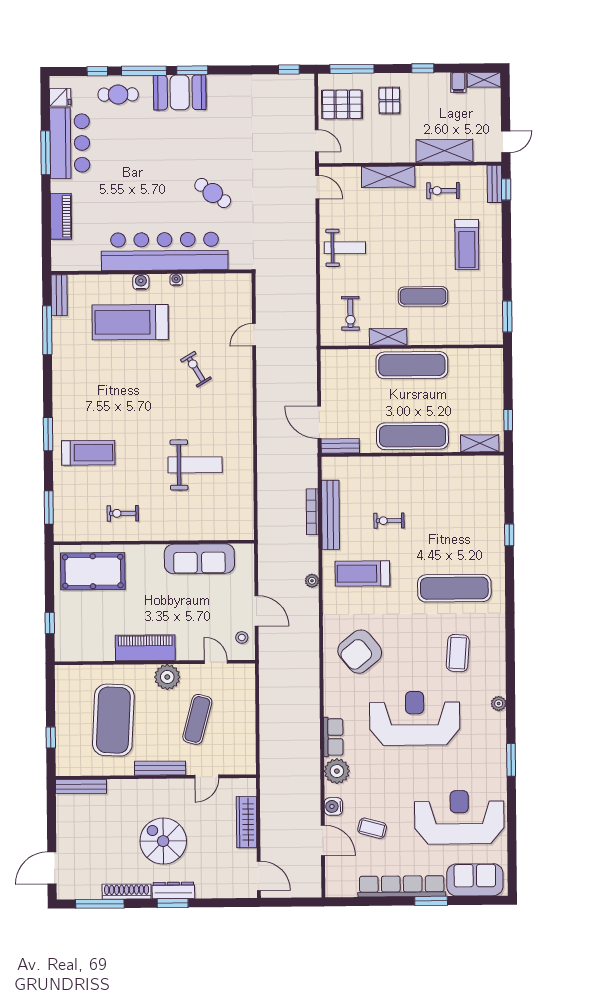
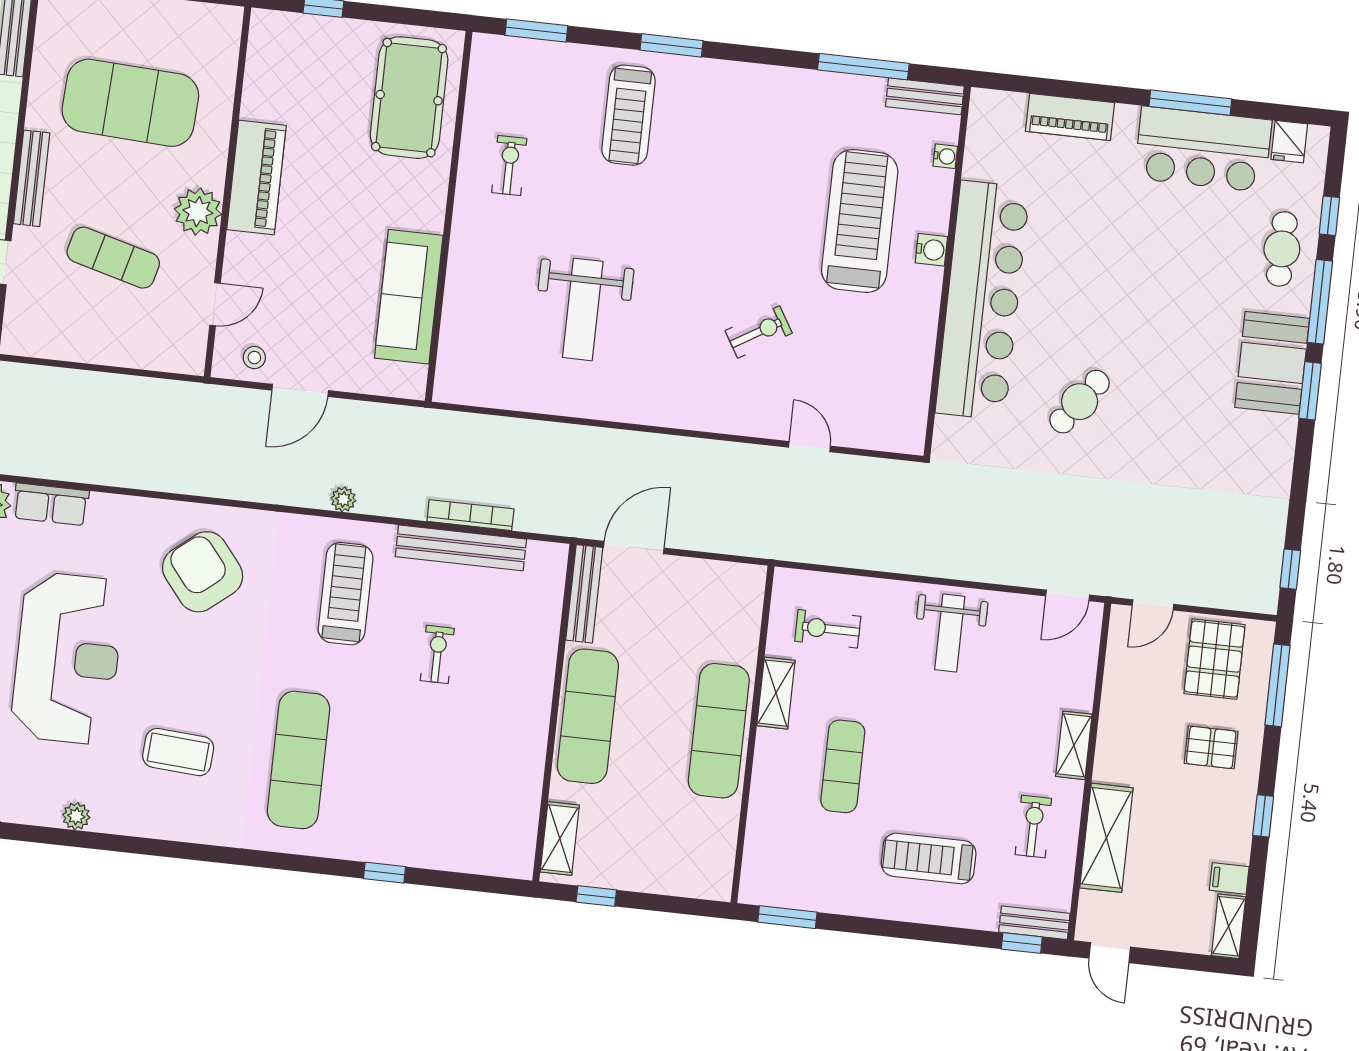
shelving: (388, 177) -> (1074, 745), width x0.67, depth x0.75
water cooler: (176, 280) -> (945, 156), moved
bench: (340, 446) -> (584, 594), width x1.36

